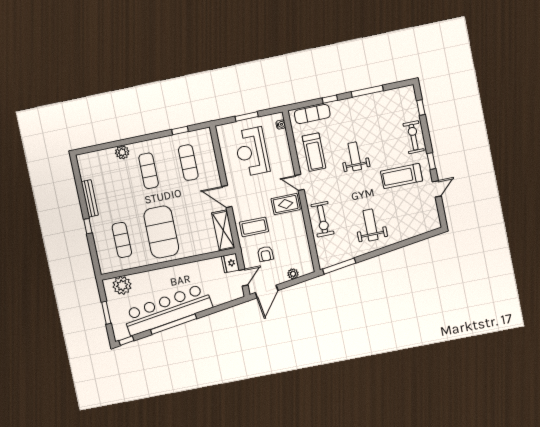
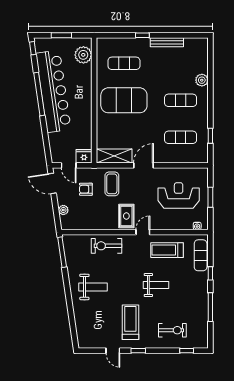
exercise bike: (414, 137) -> (172, 330), moved

